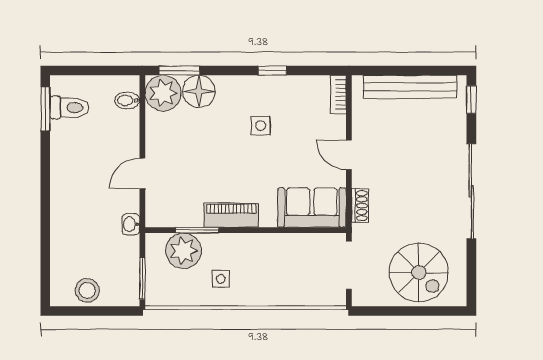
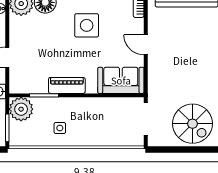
side table: (261, 126) -> (87, 25), width x1.87, depth x1.87
shoe rack: (360, 206) -> (153, 79), removed
plant: (184, 251) -> (21, 109), moved

